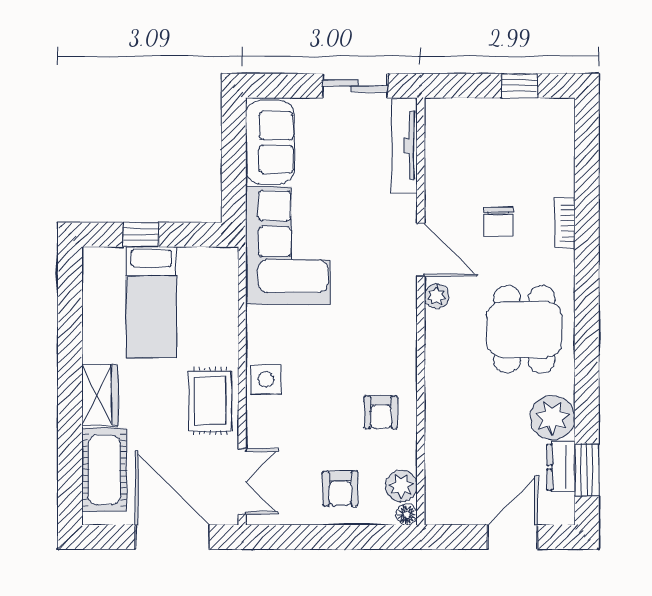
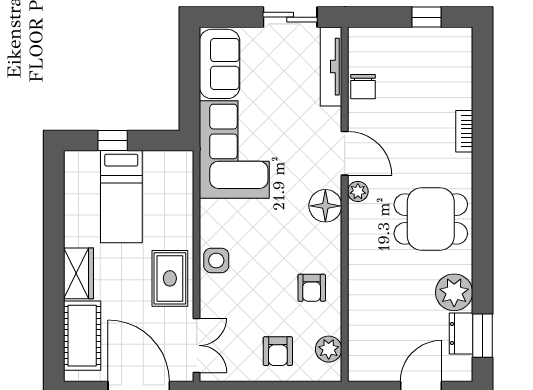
chair: (498, 222) -> (363, 87), moved
dining table: (524, 329) -> (431, 219), turned 90
floor lamp: (407, 515) -> (325, 206), moved, width x1.89, depth x1.89

